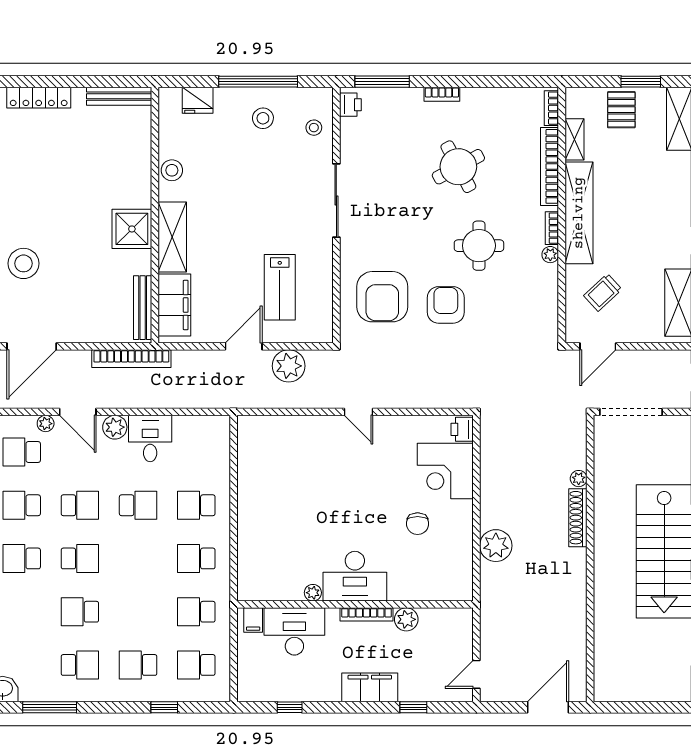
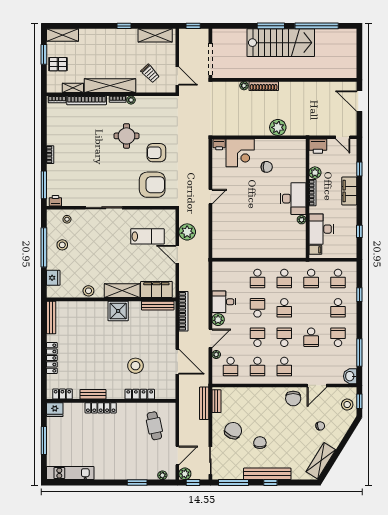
round table: (458, 167) -> (87, 146), removed
school desk: (138, 558) -> (284, 308), added
printer: (459, 625) -> (318, 146), added

